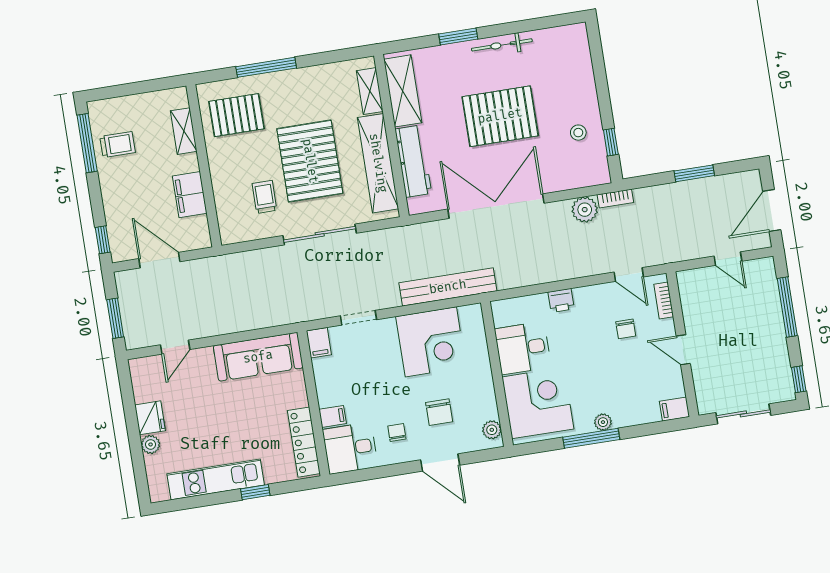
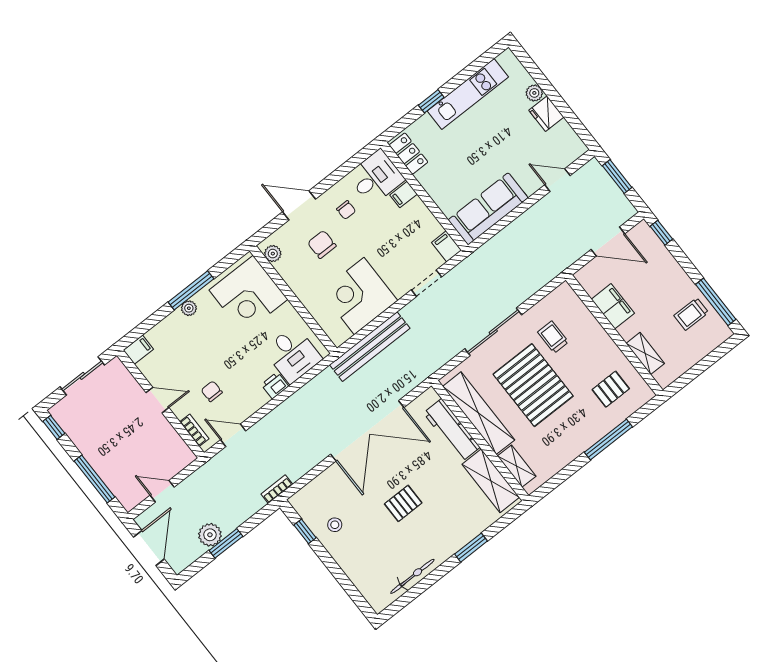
bicycle: (502, 45) -> (412, 576), moved
pallet: (236, 115) -> (611, 389), width x0.67, depth x0.71
pallet: (500, 116) -> (403, 503), width x0.49, depth x0.50
trolley: (264, 197) -> (553, 337), turned 180
plant: (585, 210) -> (210, 535), moved
door: (175, 347) -> (557, 180), hinge flipped
desk: (523, 348) -> (293, 354), moved, turned 90
locker: (304, 442) -> (408, 154), width x0.66

